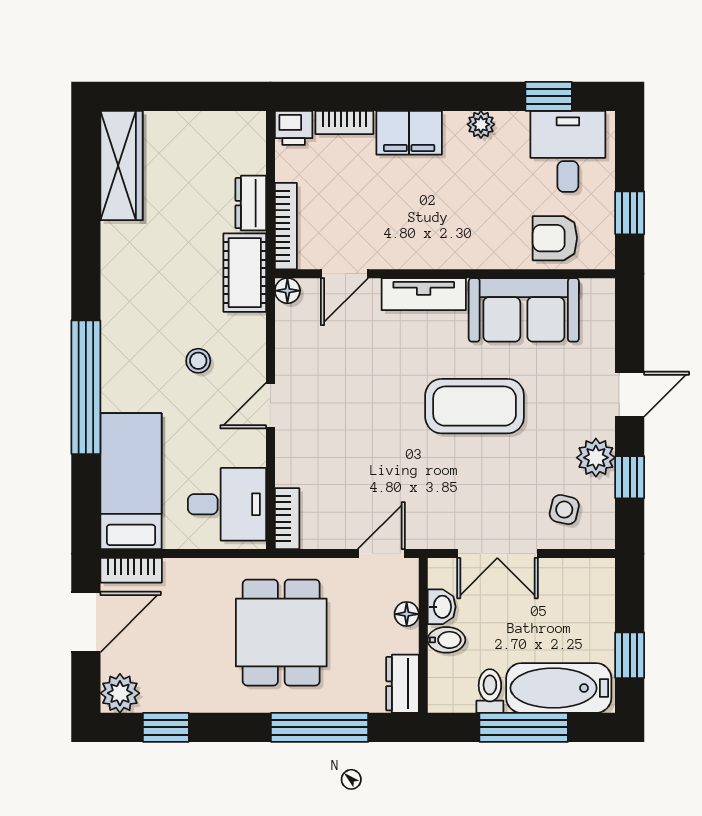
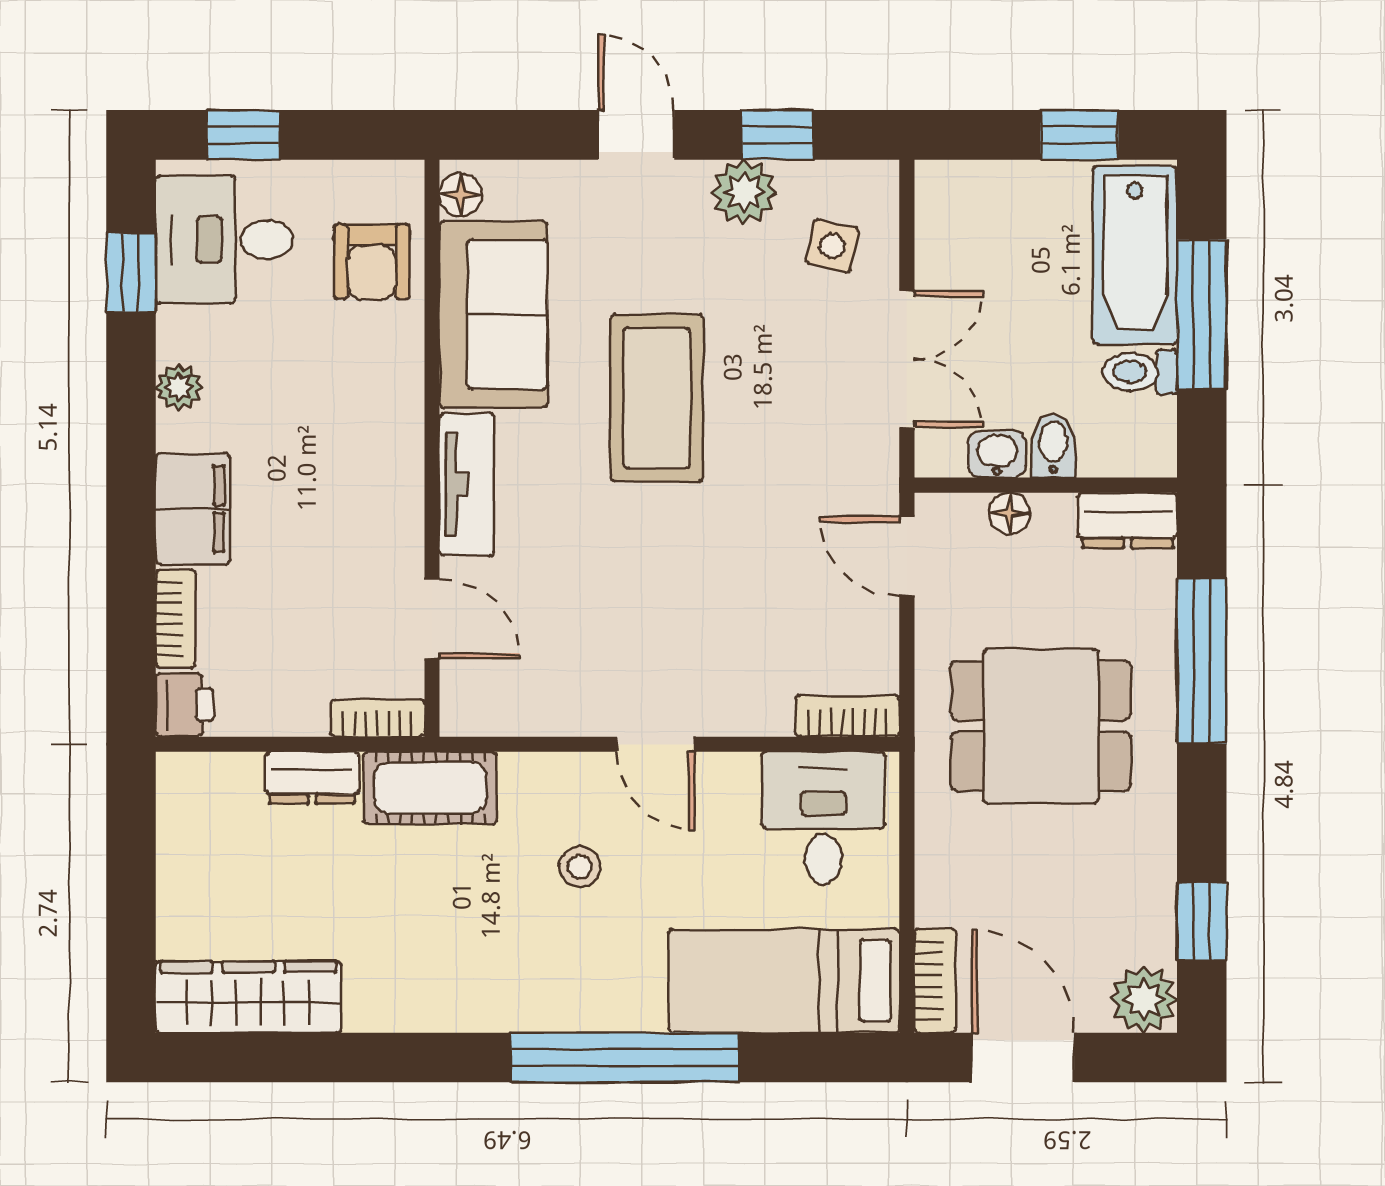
window: (630, 213) -> (243, 135), moved
bookcase: (286, 226) -> (378, 718), width x0.64
floor lamp: (287, 291) -> (461, 195), moved

